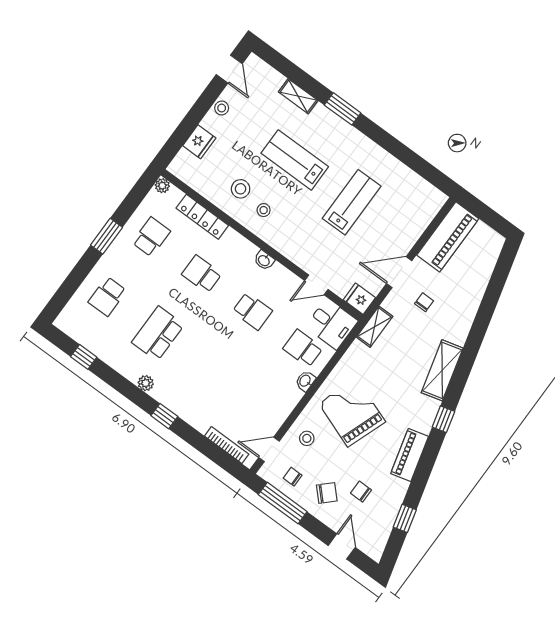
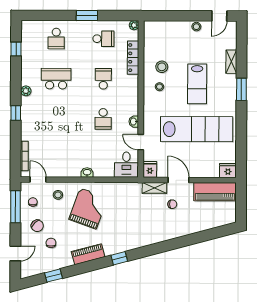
fridge: (199, 142) -> (228, 171), moved, turned 180
lab bench: (295, 160) -> (197, 84), turned 180
lab bench: (352, 202) -> (197, 129), width x1.86, depth x1.39
washbasin: (264, 260) -> (134, 122), moved
school desk: (107, 296) -> (56, 39), turned -90
shelving: (375, 327) -> (154, 188), moved
school desk: (303, 348) -> (103, 159), removed
shelving: (442, 370) -> (144, 239), removed

